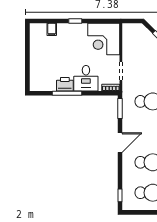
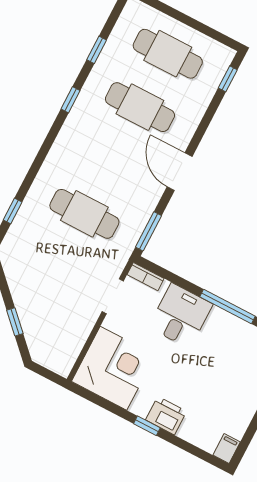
filing cabinet: (52, 29) -> (227, 448), moved
printer: (65, 84) -> (166, 416), moved, turned 180
door: (120, 143) -> (180, 172), hinge flipped

